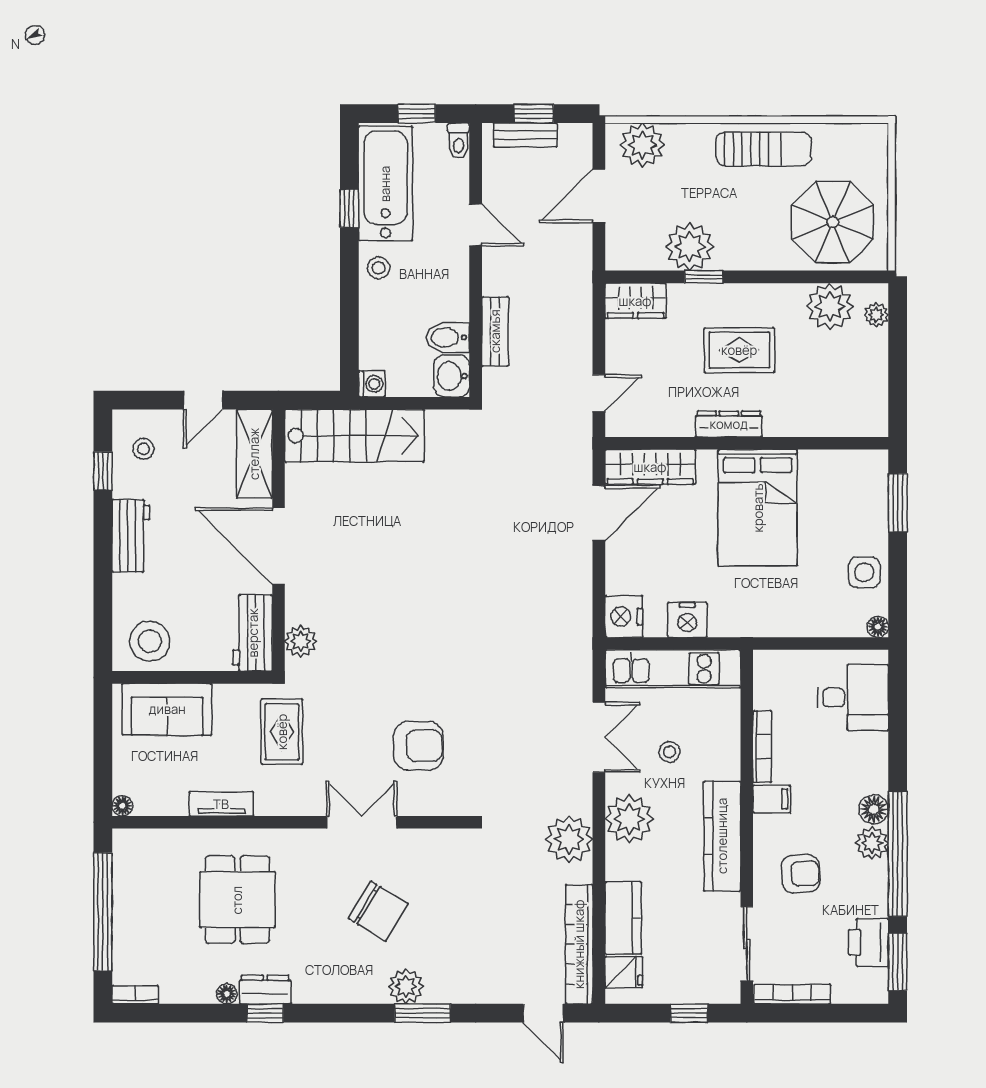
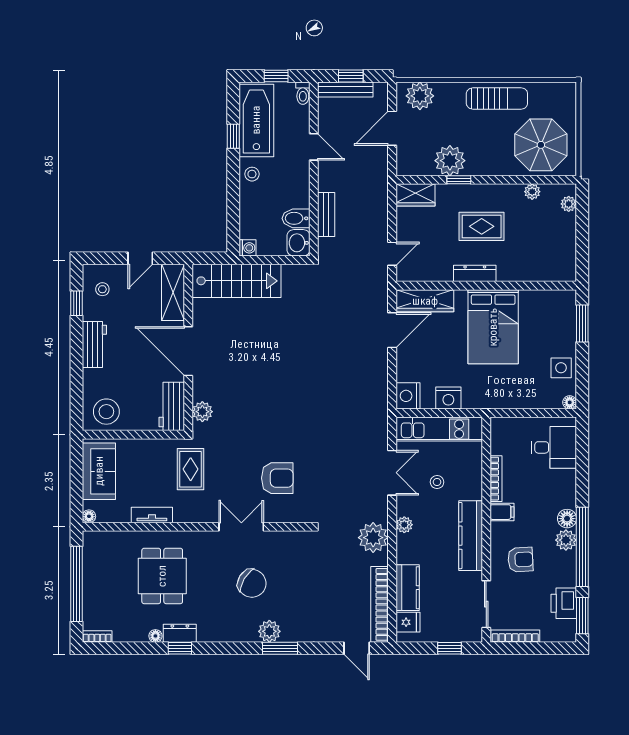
bench: (525, 135) -> (345, 89), width x1.36
plant: (830, 306) -> (532, 192), width x0.53, depth x0.53
sofa: (167, 709) -> (99, 471), moved, turned -90
plant: (629, 819) -> (404, 525), width x0.53, depth x0.53

